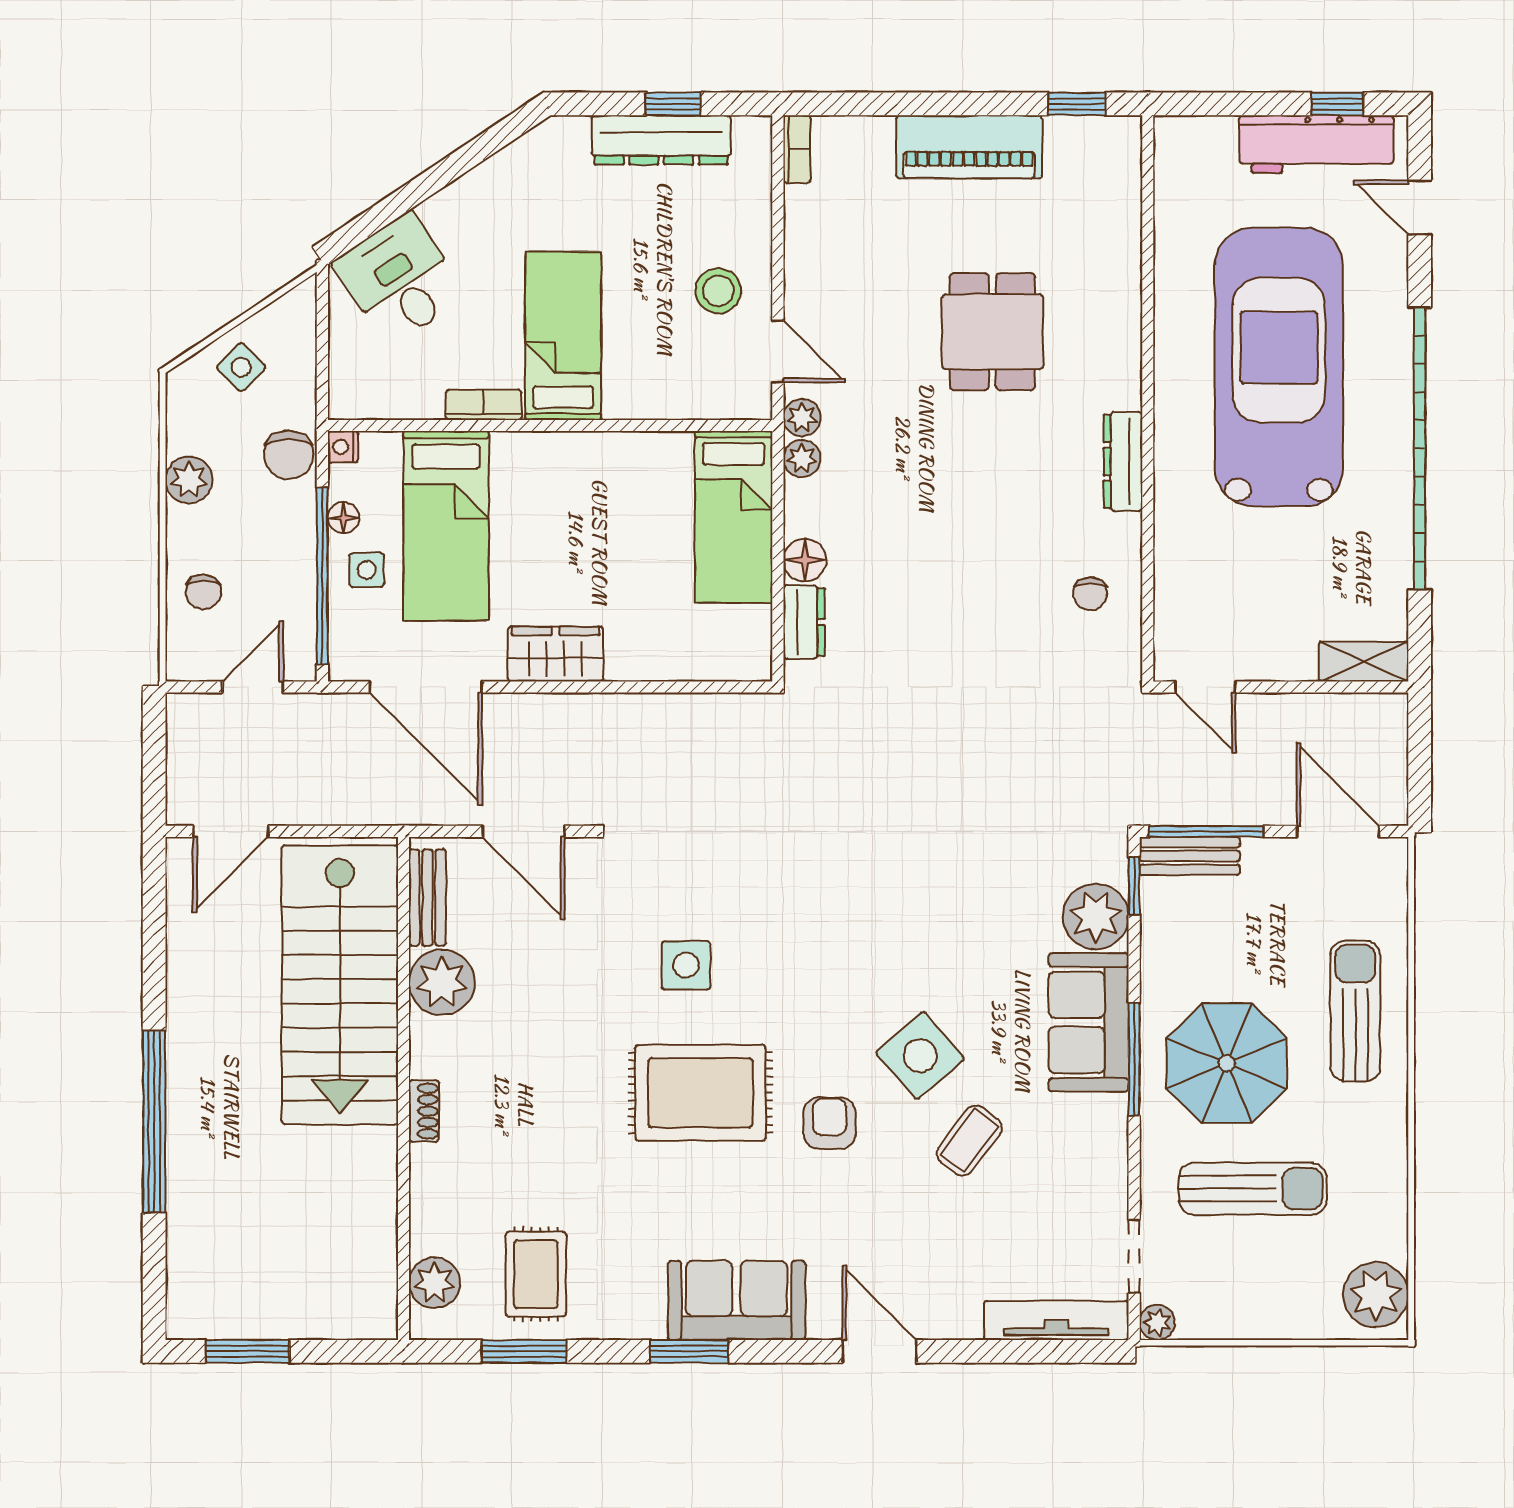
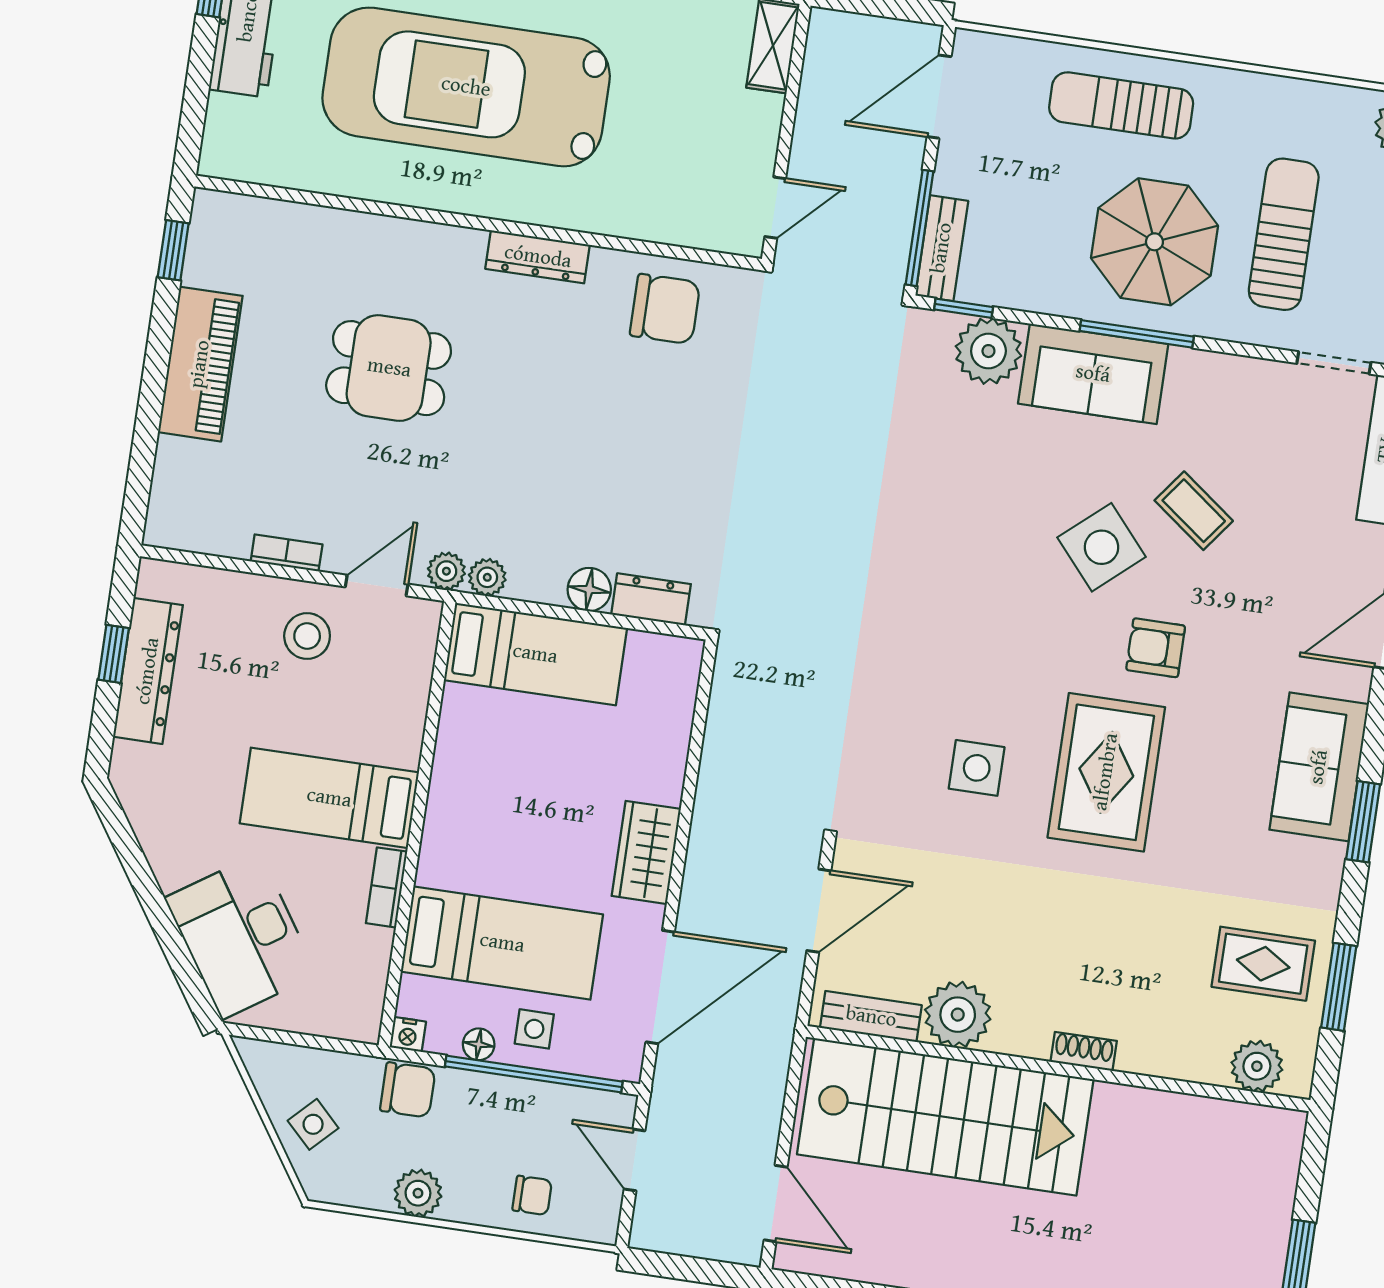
bookcase: (797, 149) -> (287, 553), moved
desk: (400, 279) -> (241, 936), width x1.37
chair: (1090, 594) -> (665, 309), width x1.87, depth x1.87

